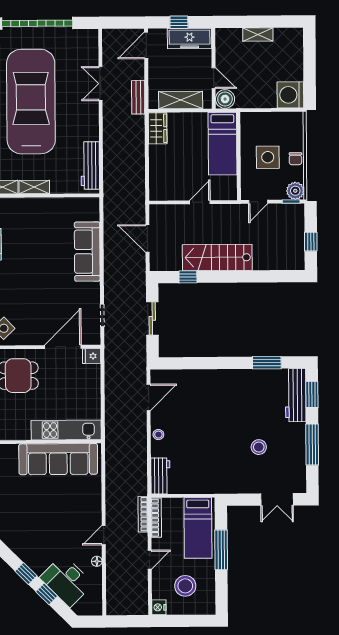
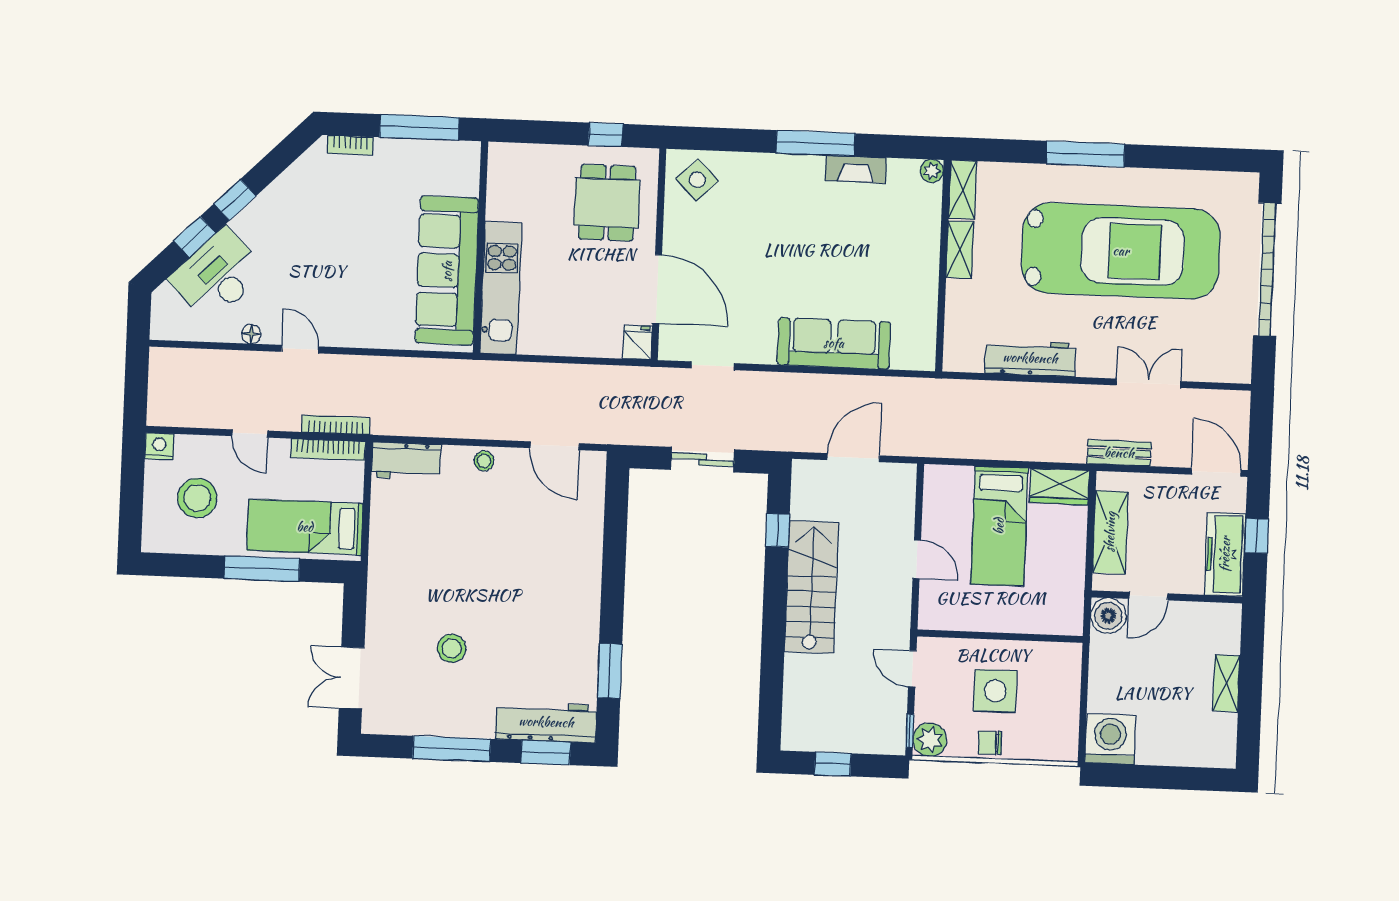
bed: (223, 144) -> (999, 526), moved, turned -90
workbench: (90, 166) -> (1030, 358), moved

